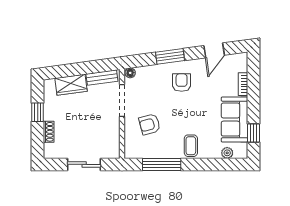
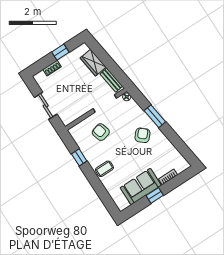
door: (214, 50) -> (178, 143), removed
armchair: (182, 83) -> (142, 135), turned -48
window: (253, 133) -> (155, 195), moved
plant: (227, 153) -> (115, 196), removed
window: (162, 164) -> (79, 157), width x0.46

